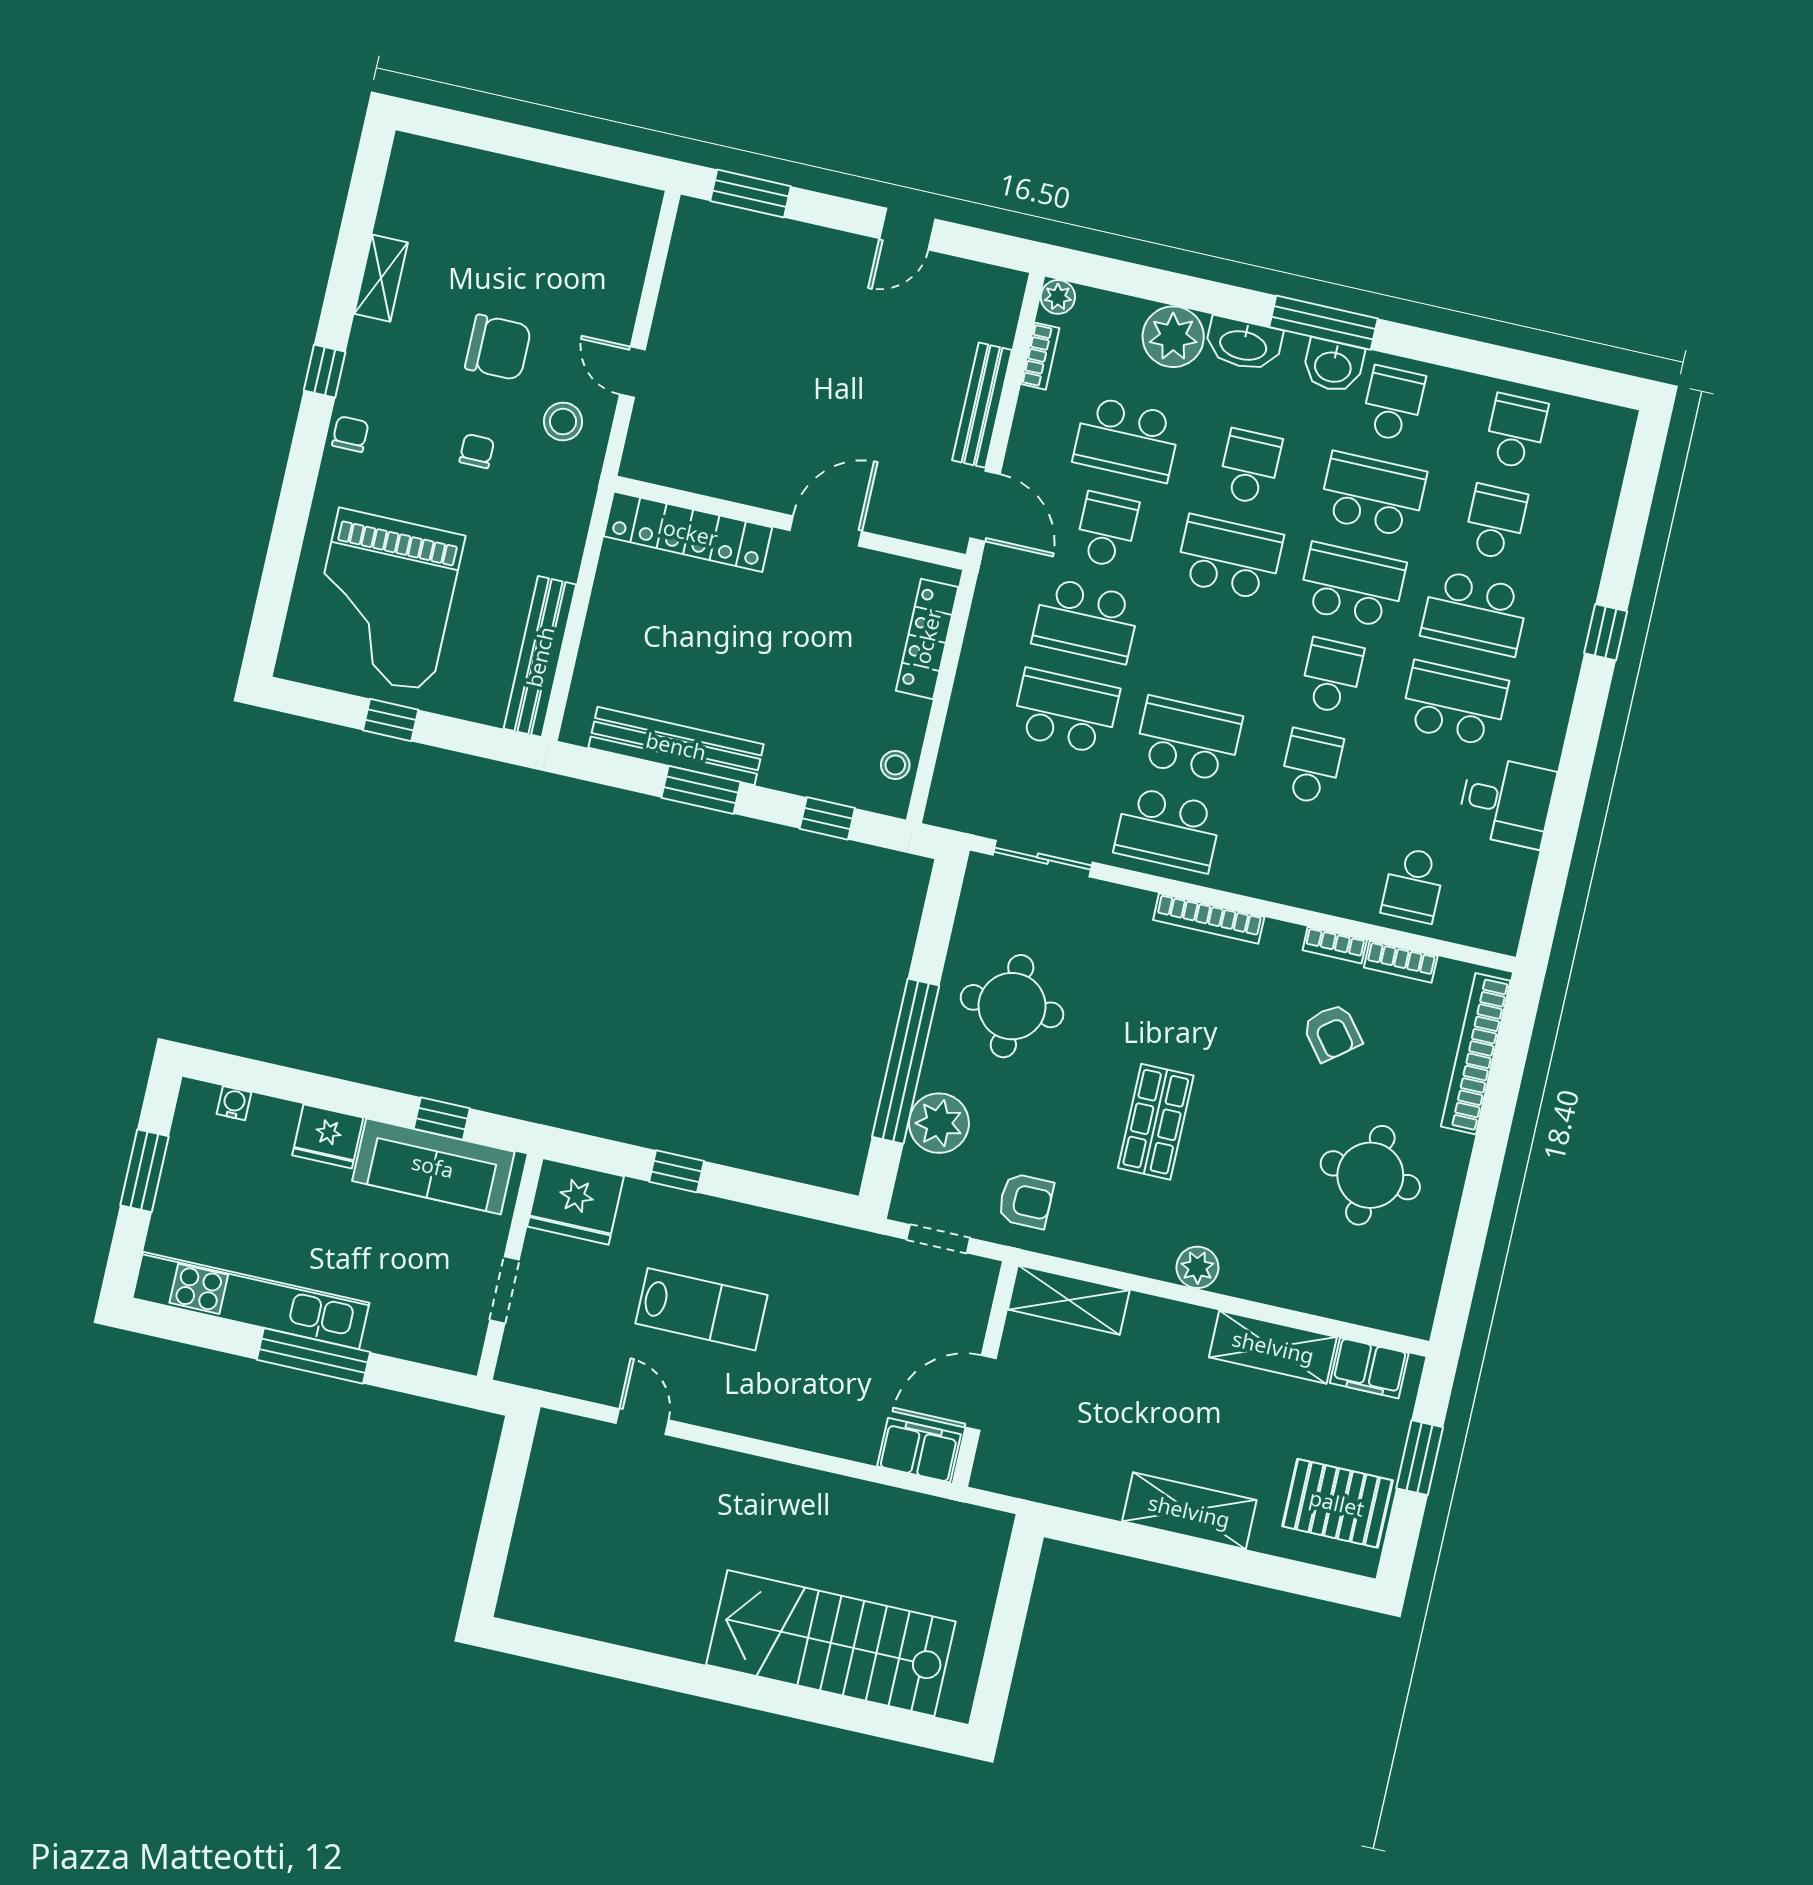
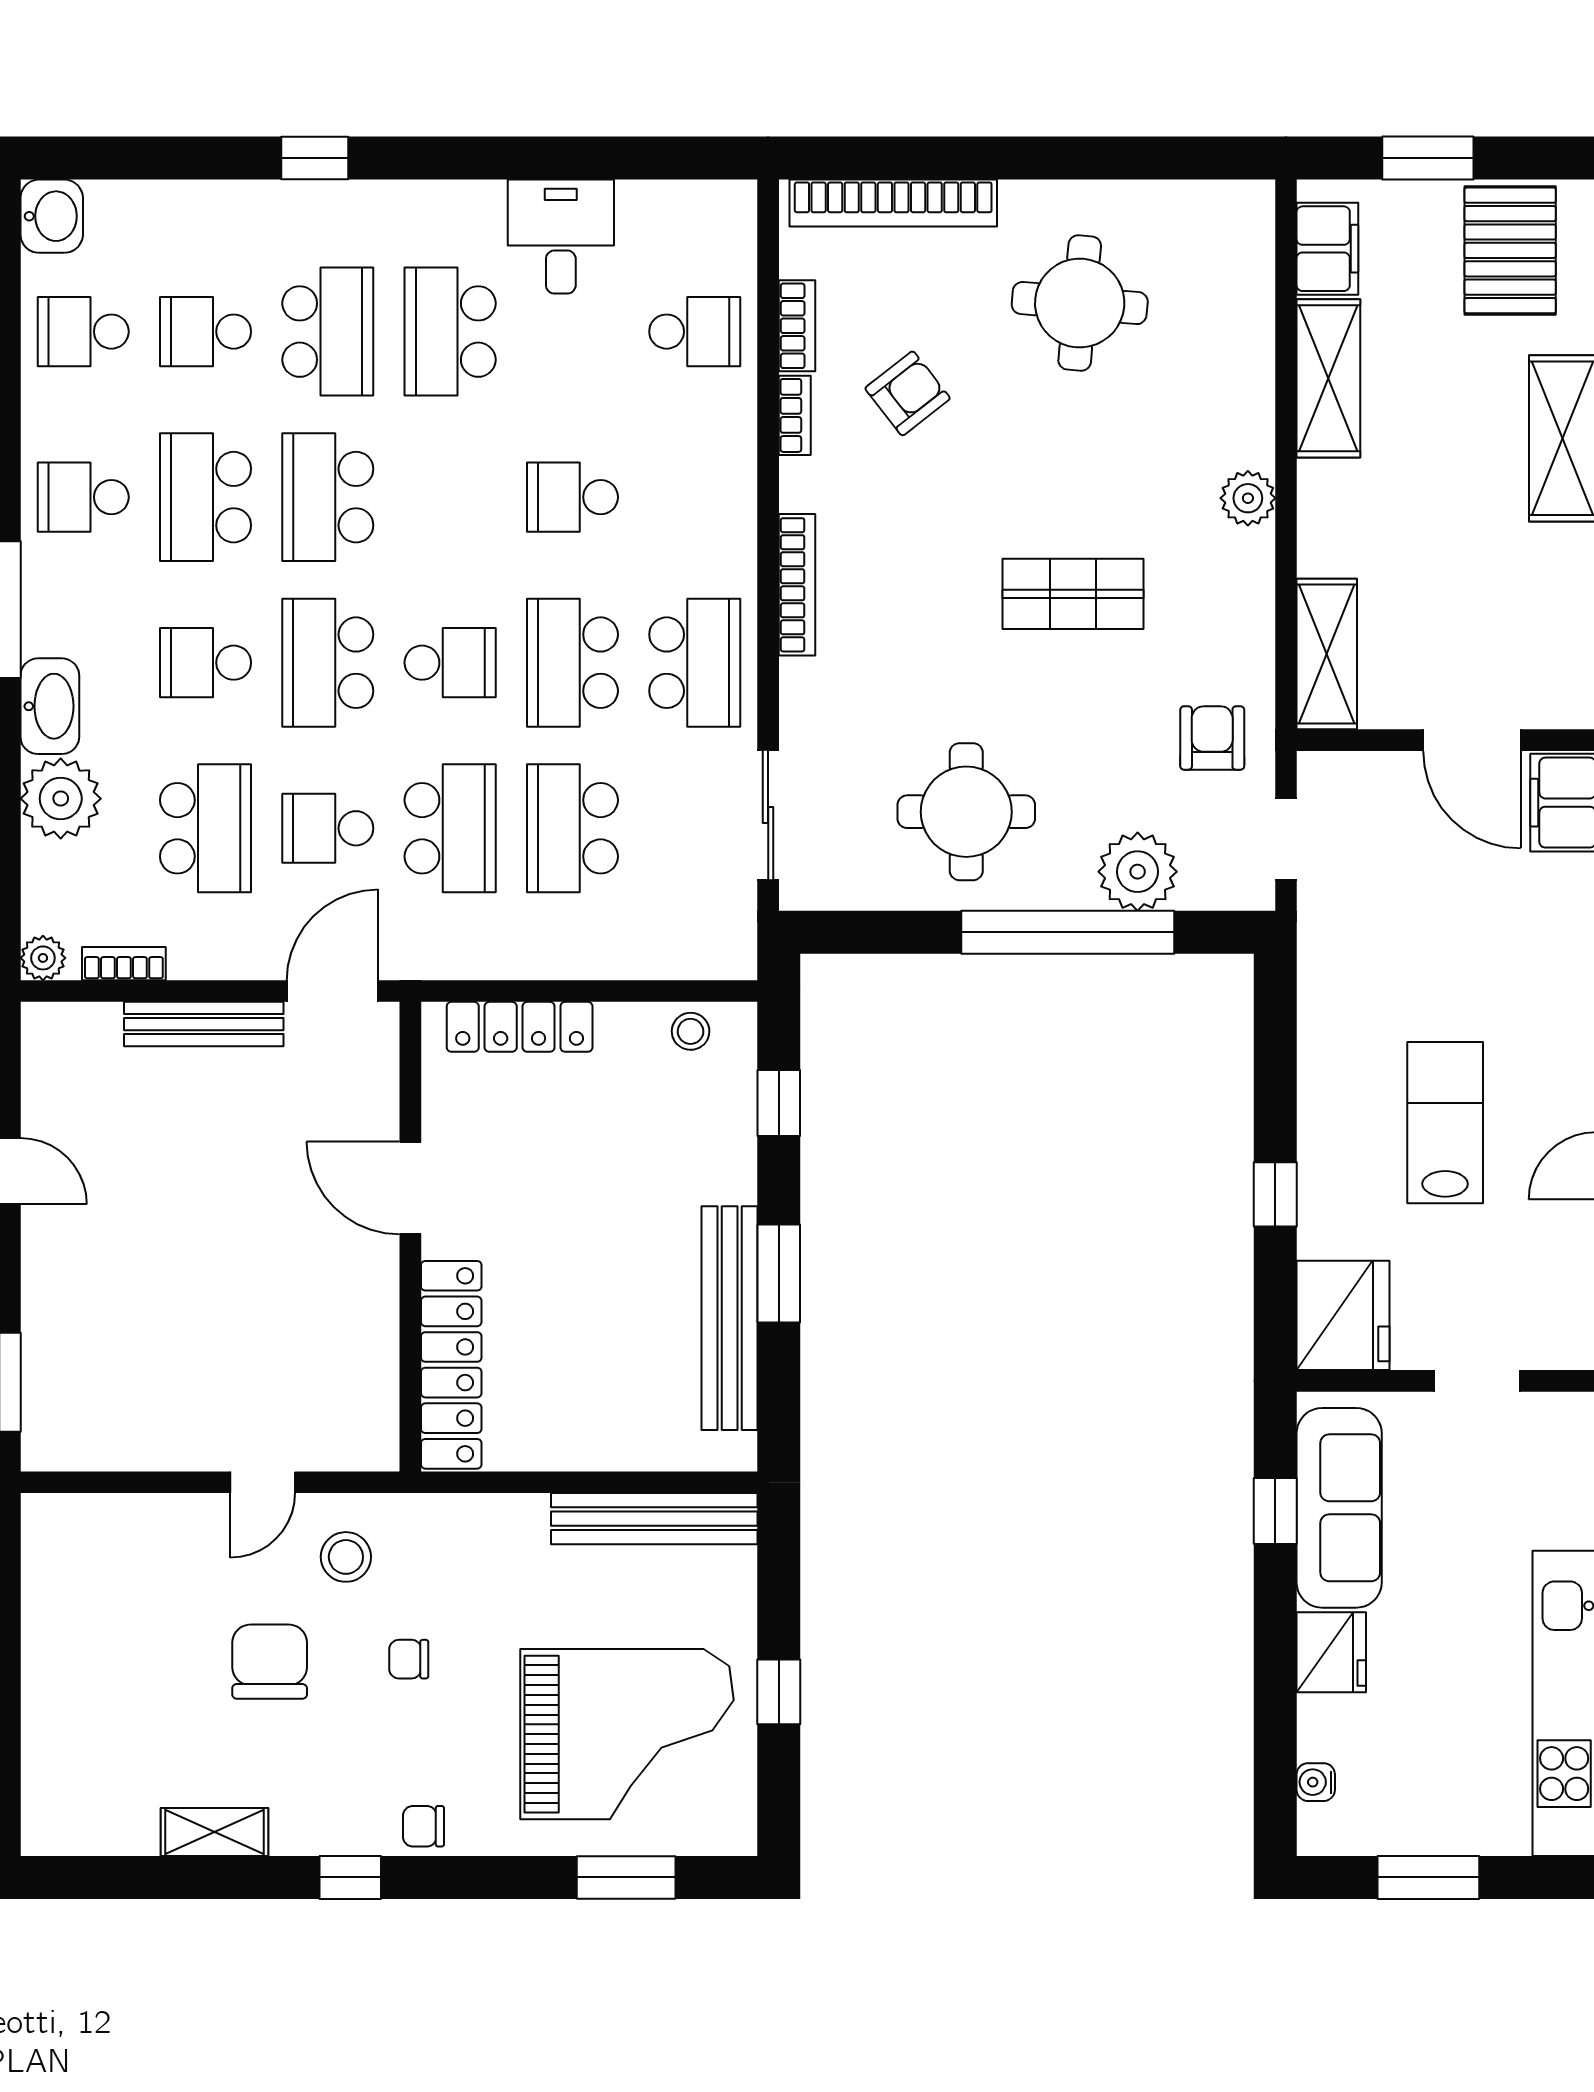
washbasin: (1333, 366) -> (52, 216), moved
window: (279, 576) -> (626, 1877), added
school desk: (1332, 676) -> (450, 663), moved, turned 180

